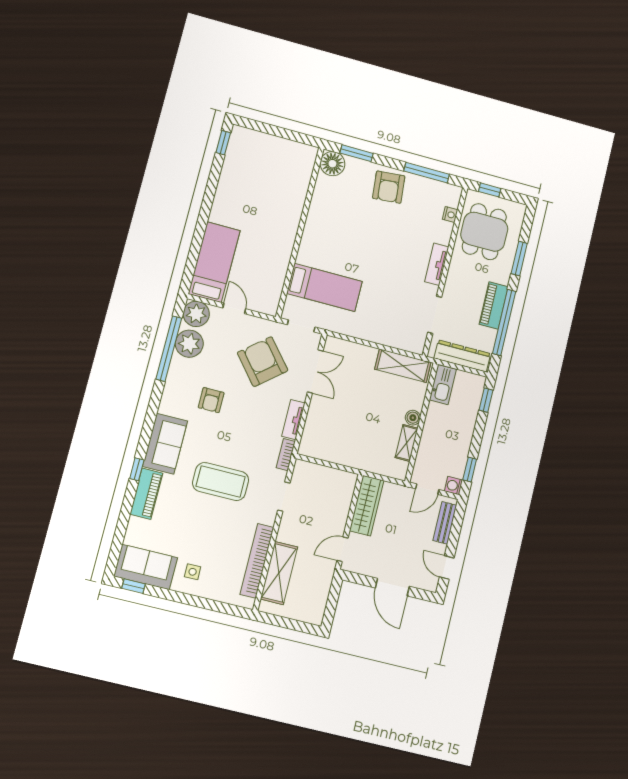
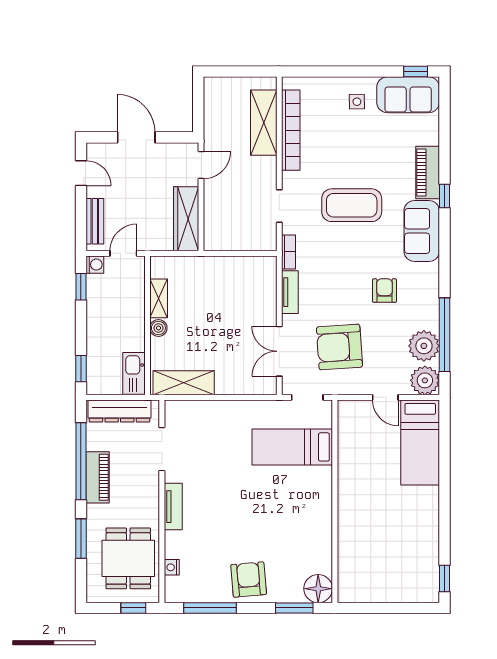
armchair: (263, 362) -> (339, 347), turned 126

